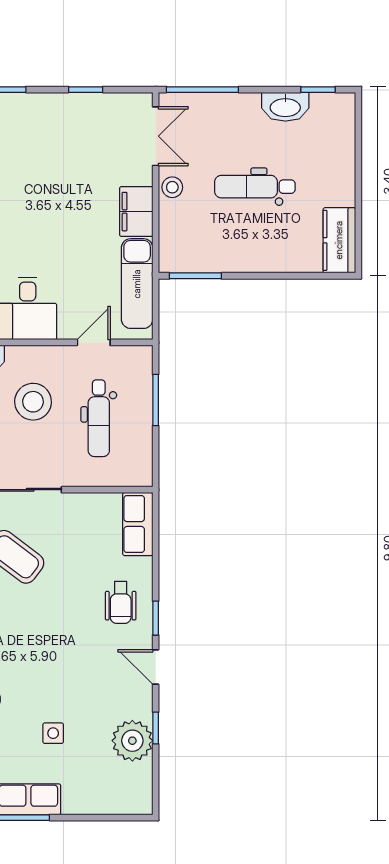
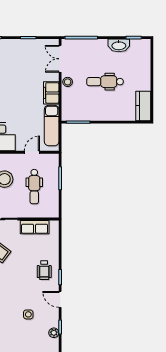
double door: (156, 136) -> (60, 59), swing flipped
row of seats: (138, 524) -> (35, 227), moved, turned -90
side table: (53, 733) -> (28, 314), moved
plant: (132, 741) -> (54, 333), width x0.53, depth x0.53

